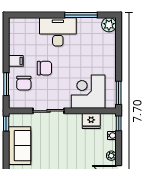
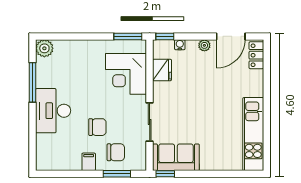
chair: (44, 68) -> (97, 127), turned 90
sofa: (20, 146) -> (176, 157), moved

